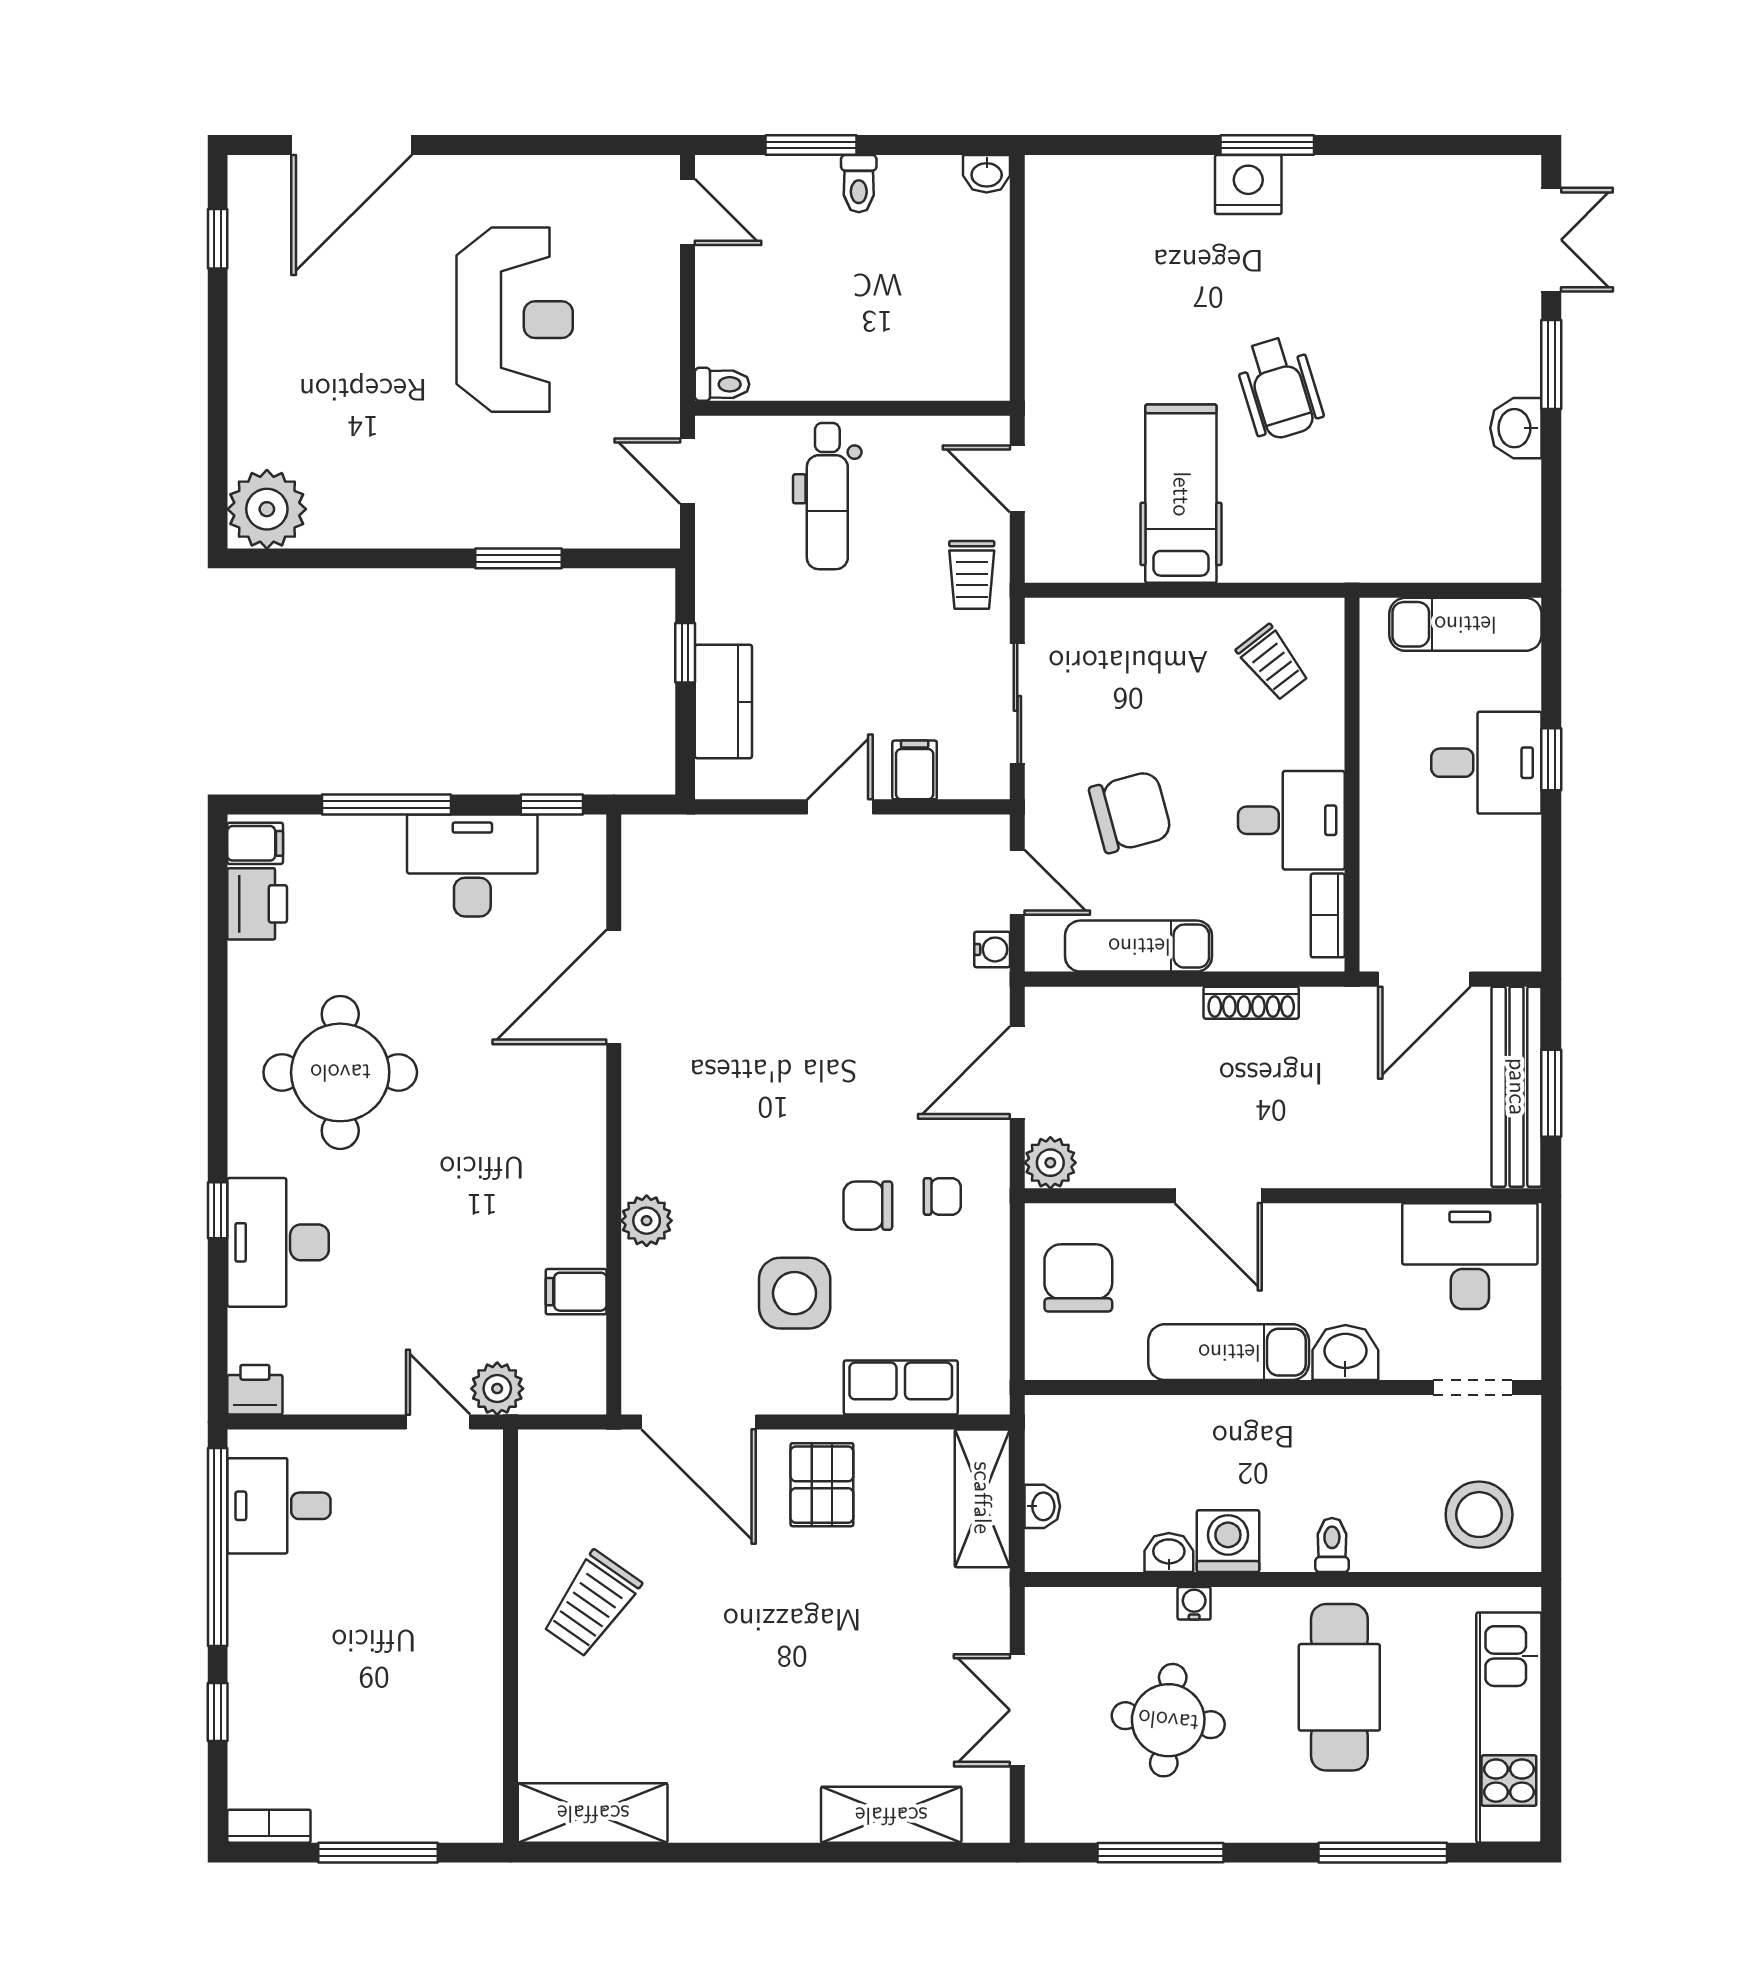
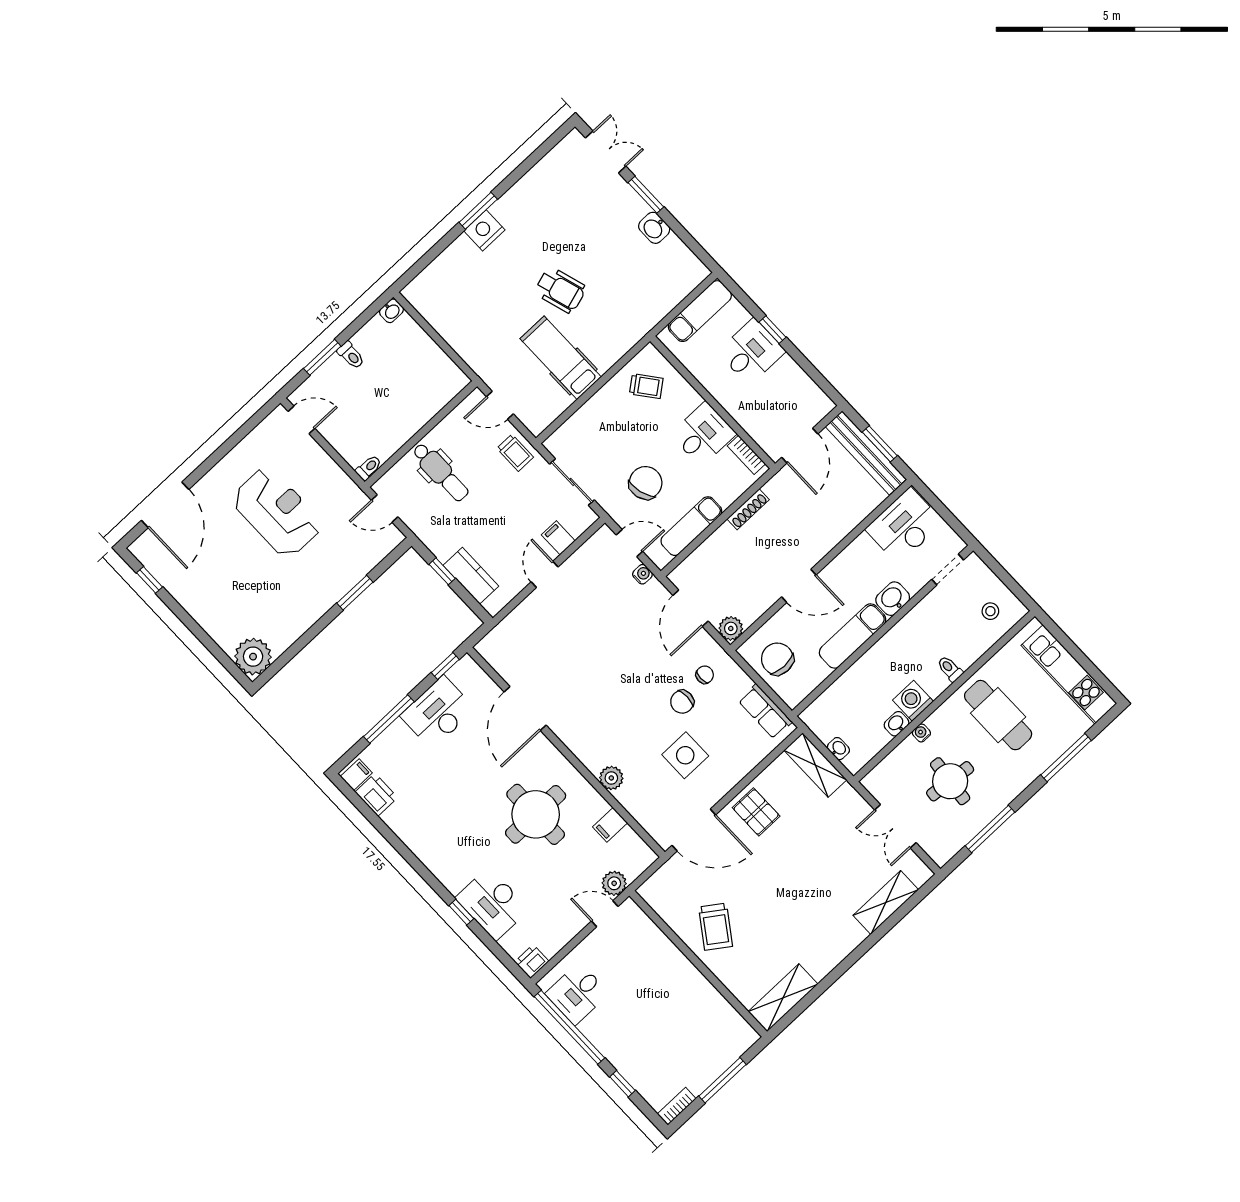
round table: (340, 1072) -> (536, 814), moved
row of seats: (901, 1387) -> (765, 711), moved, turned -90
stool: (1479, 1515) -> (990, 611), width x0.53, depth x0.53

